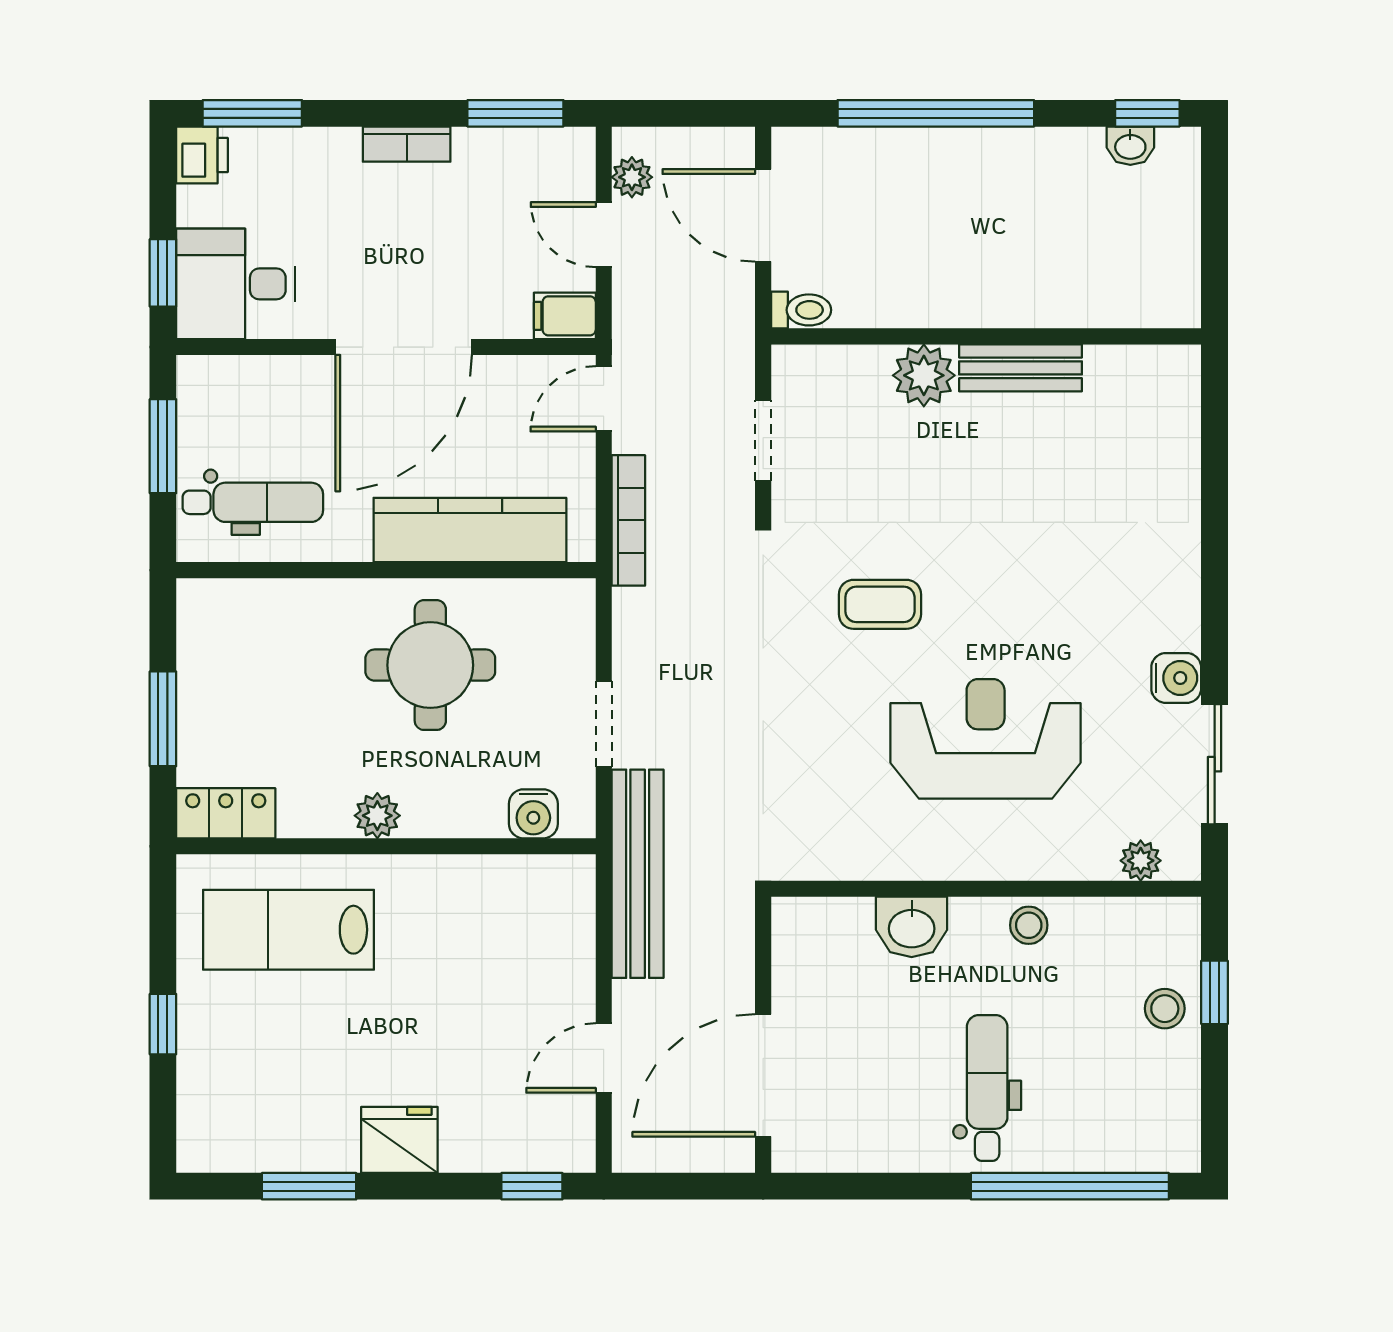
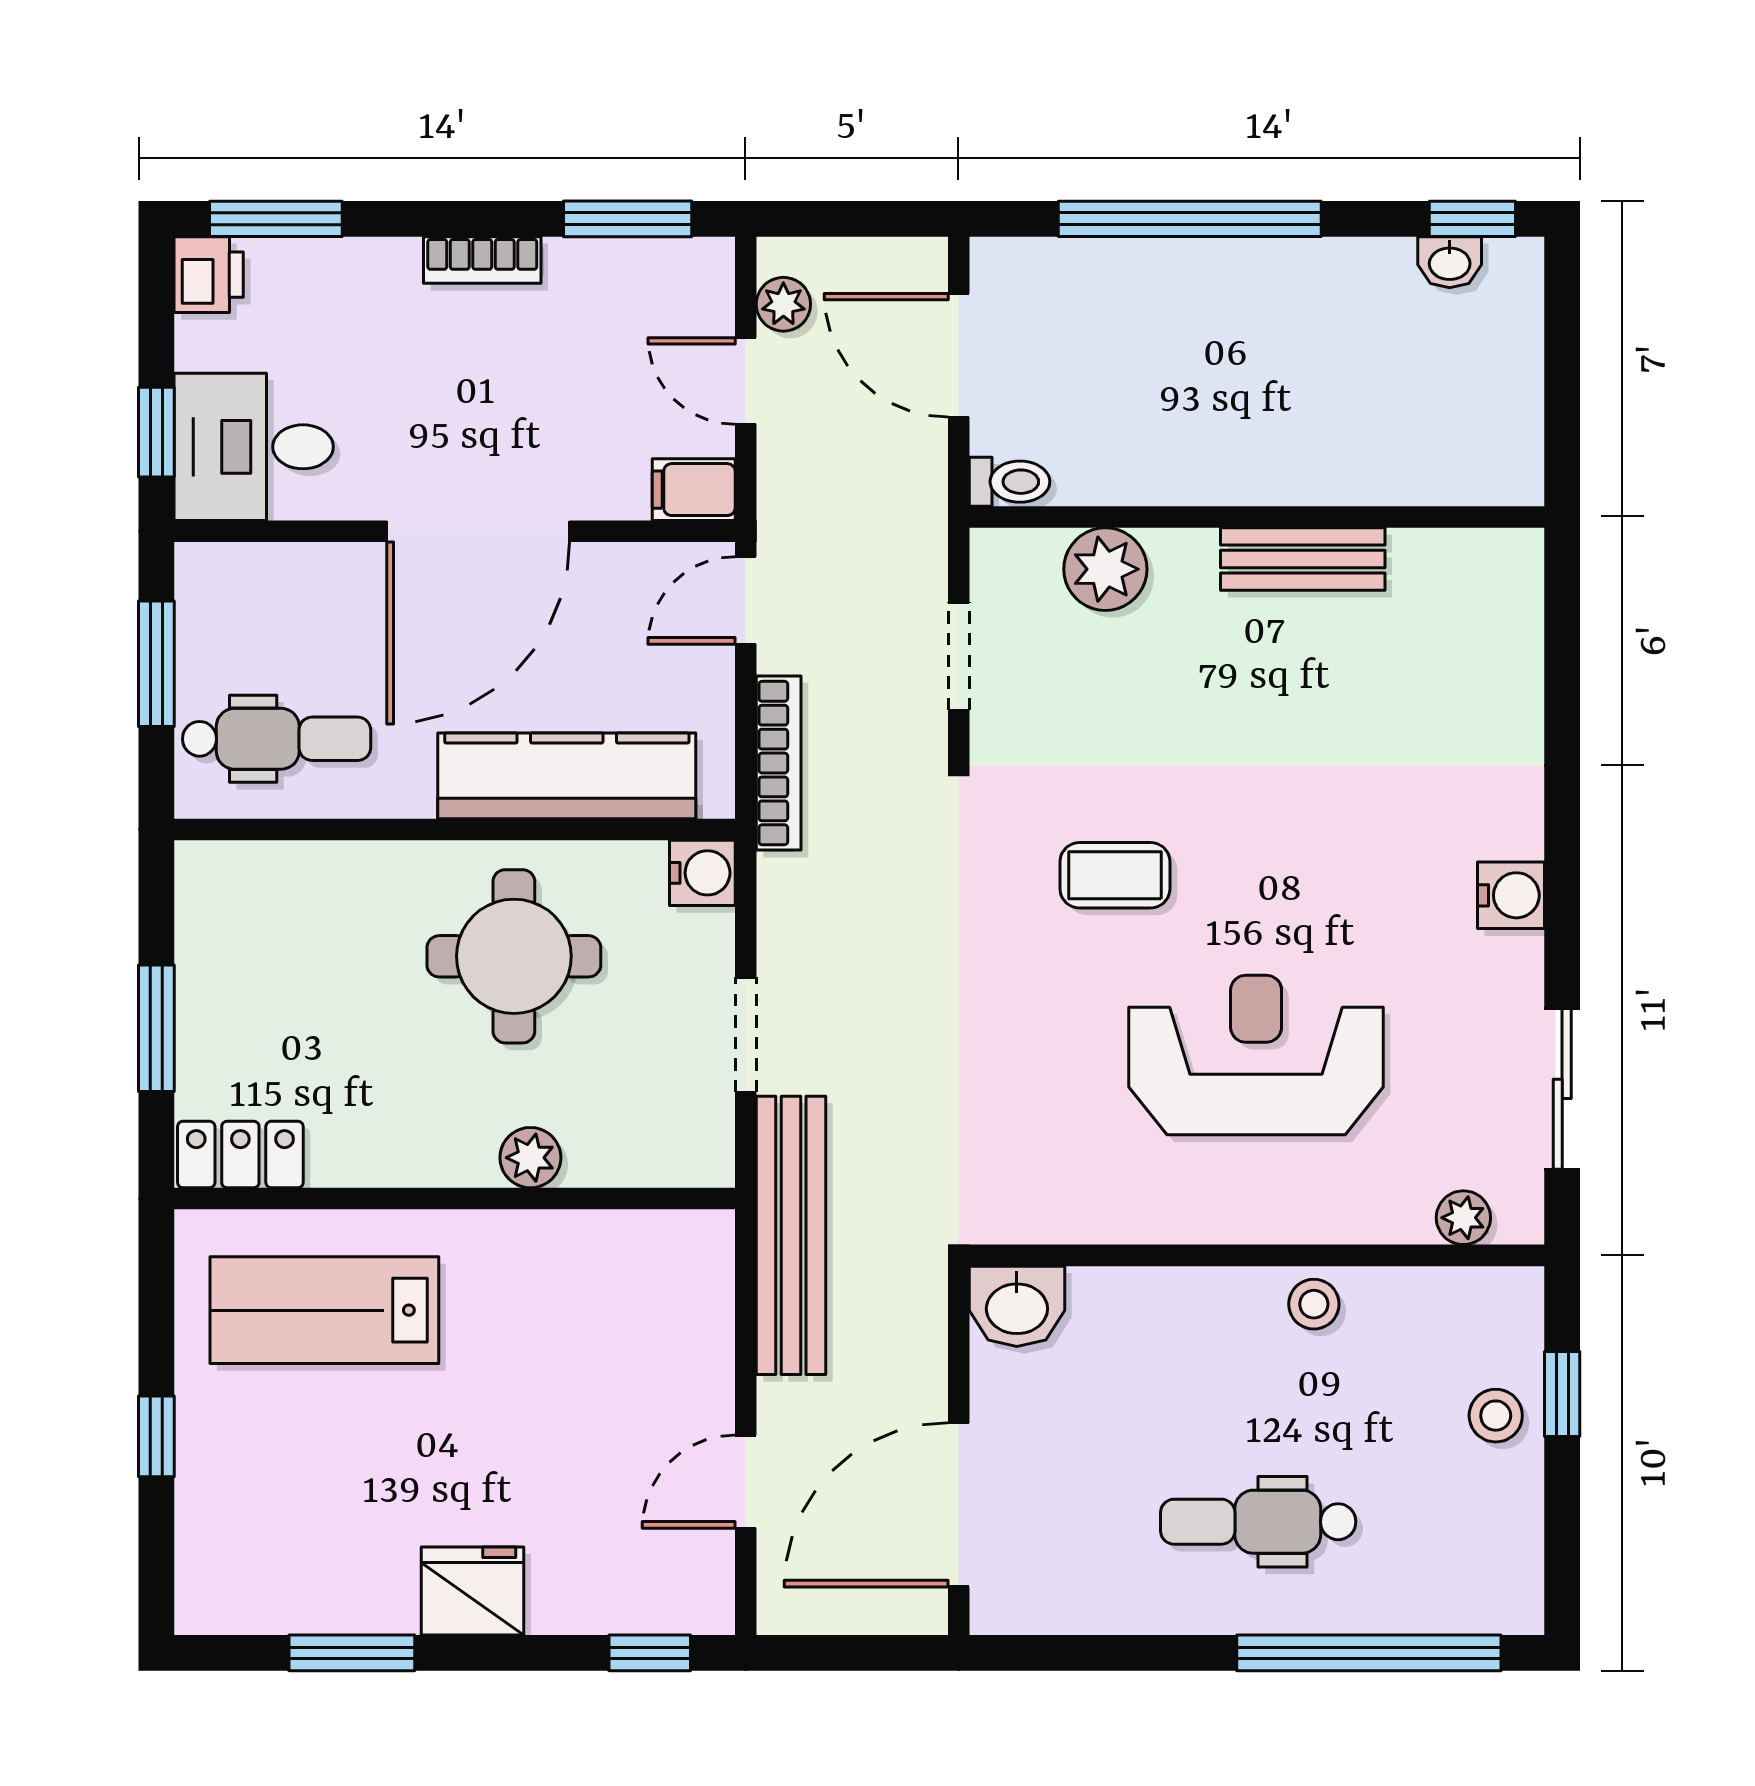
plant: (924, 375) -> (1105, 569), moved
water cooler: (1176, 678) -> (1511, 895), moved
water cooler: (533, 814) -> (702, 873), moved, turned -90
plant: (377, 816) -> (530, 1158), moved
washbasin: (912, 927) -> (1017, 1306), moved
dental chair: (987, 1088) -> (1258, 1522), turned -90

